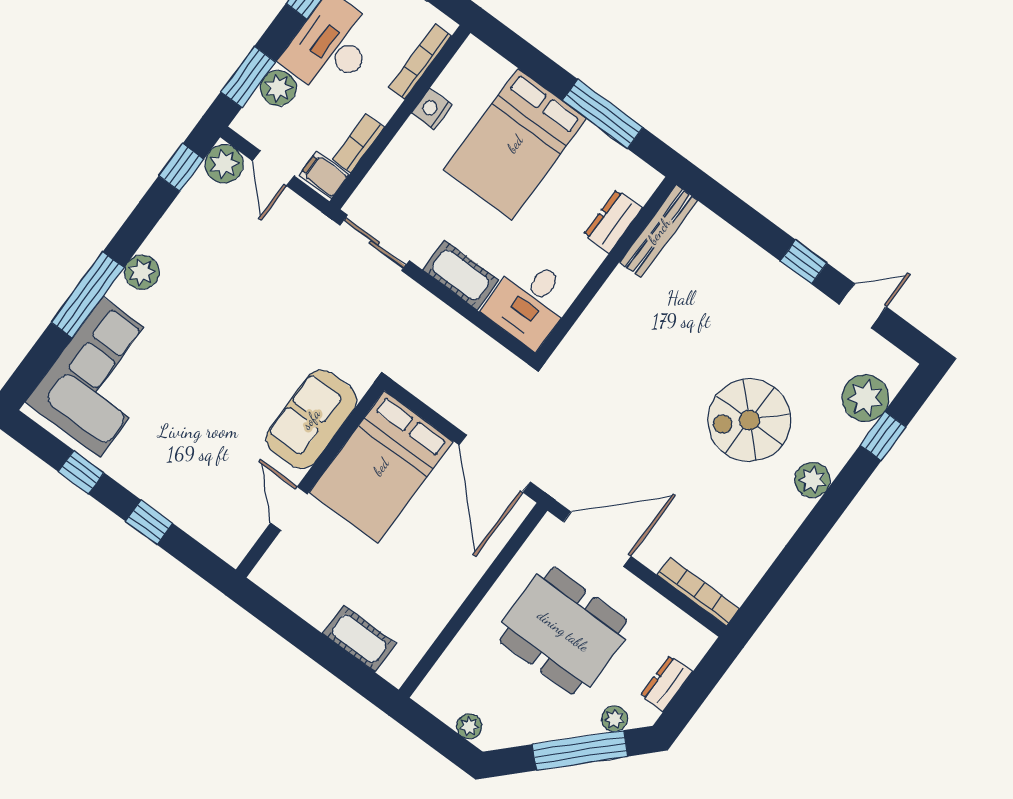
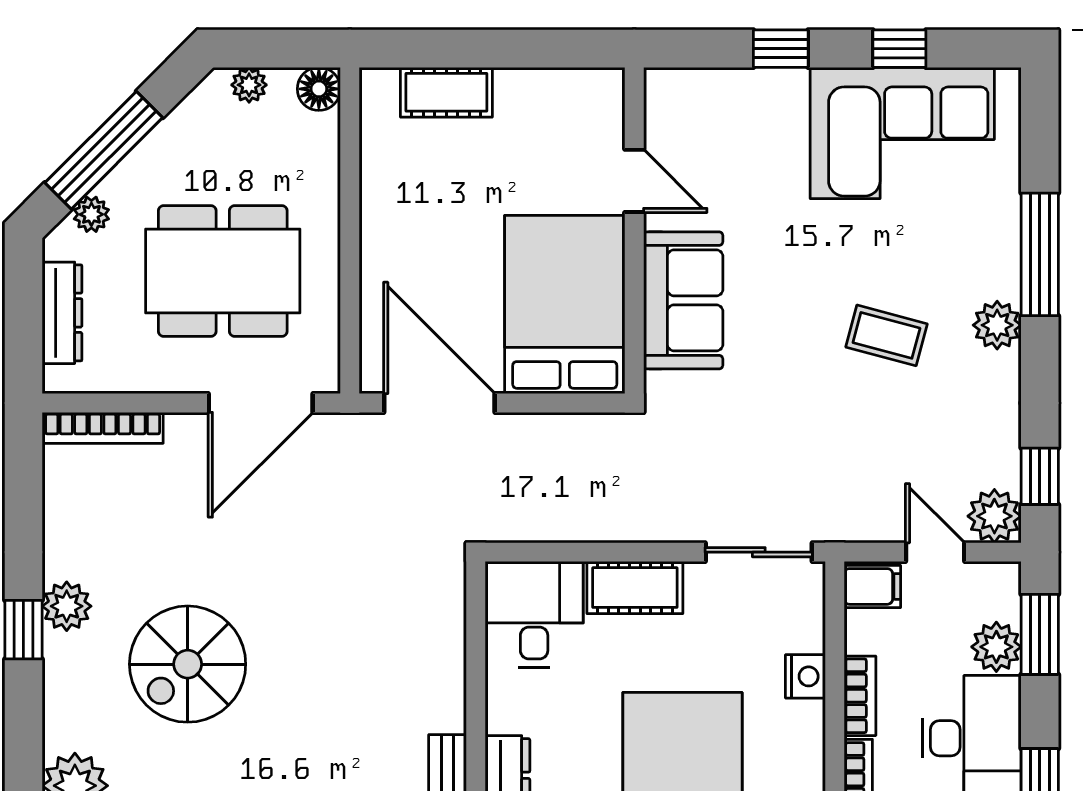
nightstand: (432, 109) -> (805, 676), moved
bookcase: (358, 143) -> (860, 696), moved
coffee table: (210, 313) -> (886, 335), added
corner sofa: (101, 377) -> (902, 133), moved, turned -90
spiral stairs: (749, 420) -> (188, 664), turned 180
window: (883, 436) -> (23, 630), moved
plant: (812, 480) -> (67, 606), moved
dresser: (666, 684) -> (62, 313), width x1.44
floor lamp: (431, 694) -> (319, 89), added

